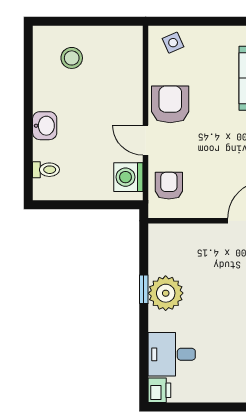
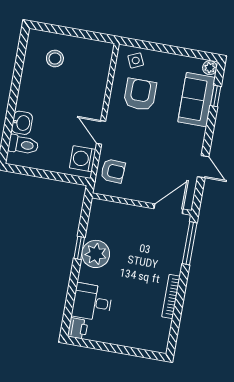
armchair: (170, 104) -> (140, 95), moved
washbasin: (45, 126) -> (22, 123), moved
toilet: (46, 170) -> (23, 145), width x1.37, depth x1.39
armchair: (169, 186) -> (113, 171), turned 93

